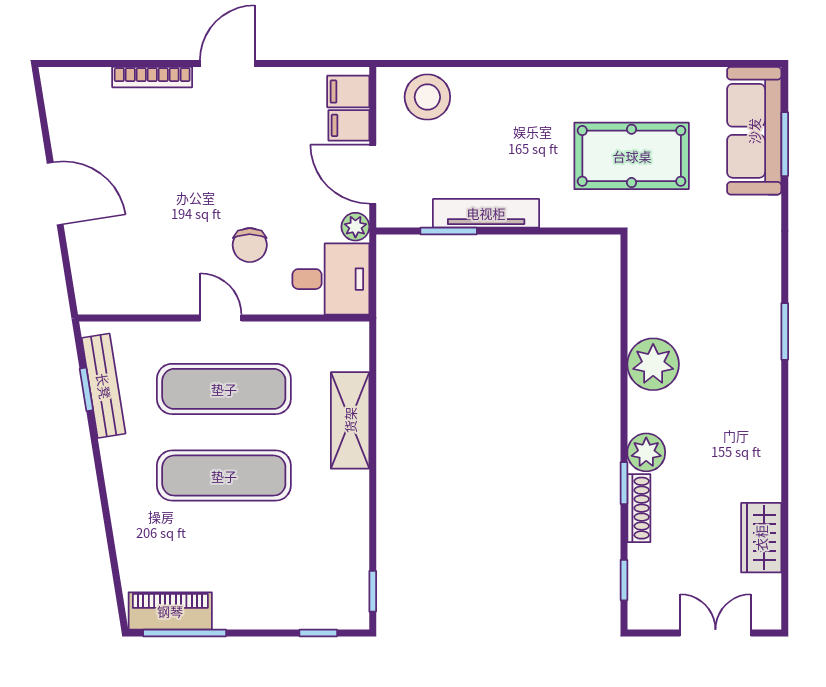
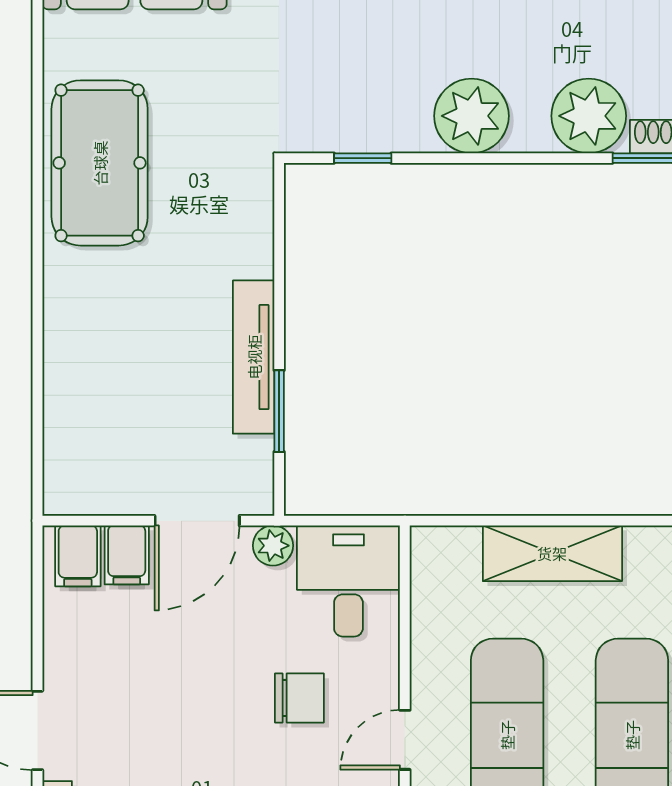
stool: (427, 97) -> (86, 442), removed
pool table: (632, 156) -> (100, 163), moved
window: (624, 289) -> (363, 158), added
plant: (646, 452) -> (589, 116), width x1.36, depth x1.36

